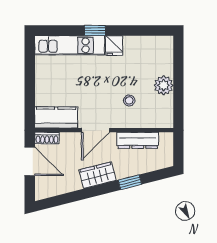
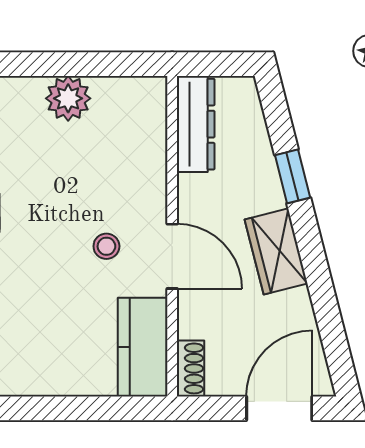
stool: (129, 100) -> (106, 246), moved
dresser: (138, 140) -> (196, 124), moved
door: (30, 161) -> (279, 408), moved

